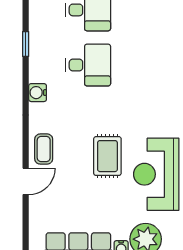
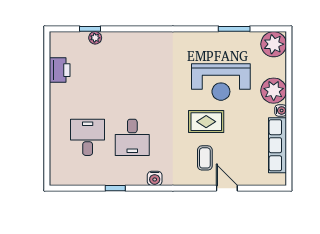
desk: (88, 65) -> (132, 137), turned 180
coffee table: (44, 149) -> (205, 158), moved, turned 90

